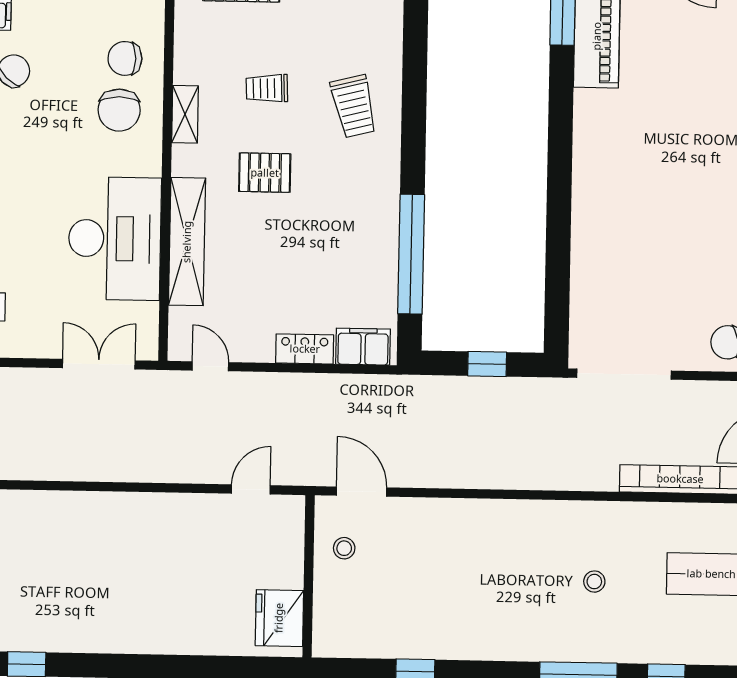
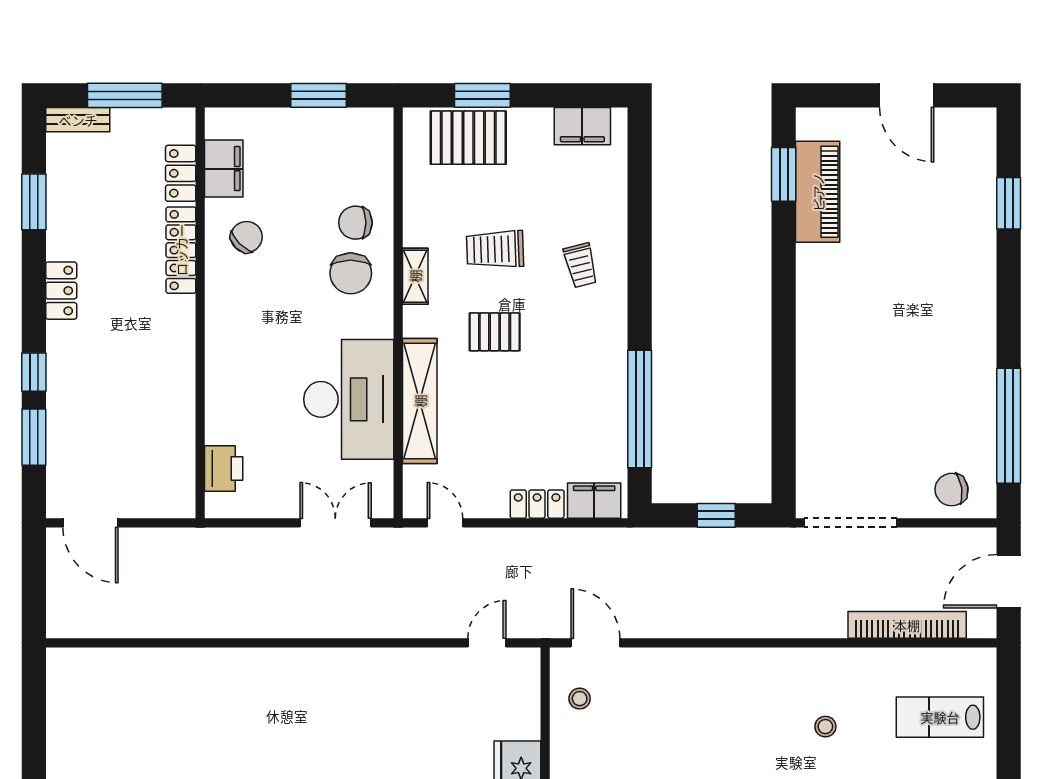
trolley: (267, 88) -> (495, 249), width x1.36, depth x1.39
trolley: (354, 106) -> (581, 265), width x0.73, depth x0.72

